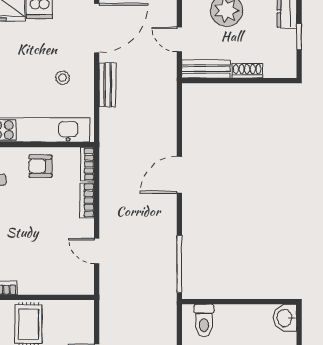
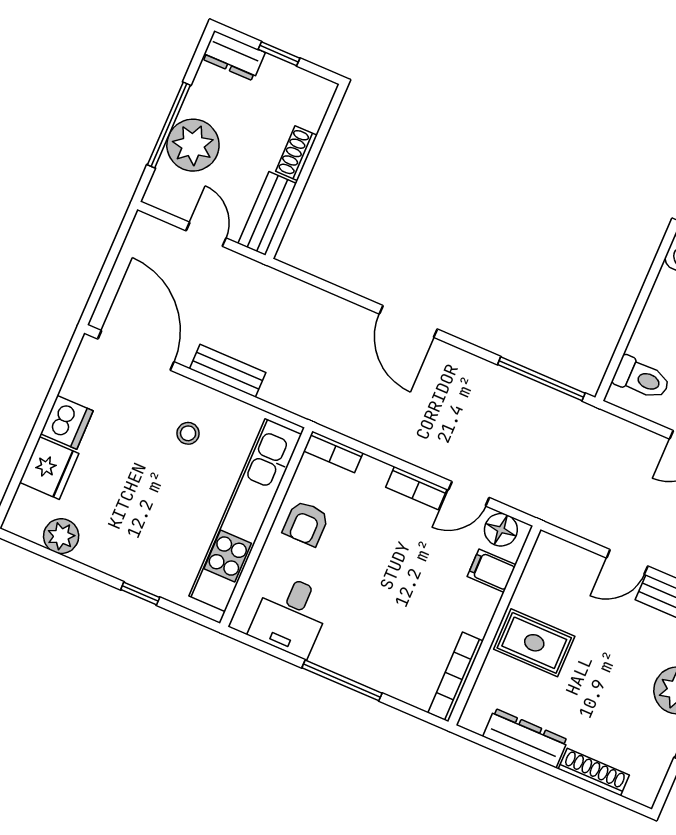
door: (179, 39) -> (206, 234), swing flipped
bookcase: (87, 200) -> (416, 488), moved
floor lamp: (84, 278) -> (501, 530), added
filing cabinet: (59, 283) -> (492, 571), added

